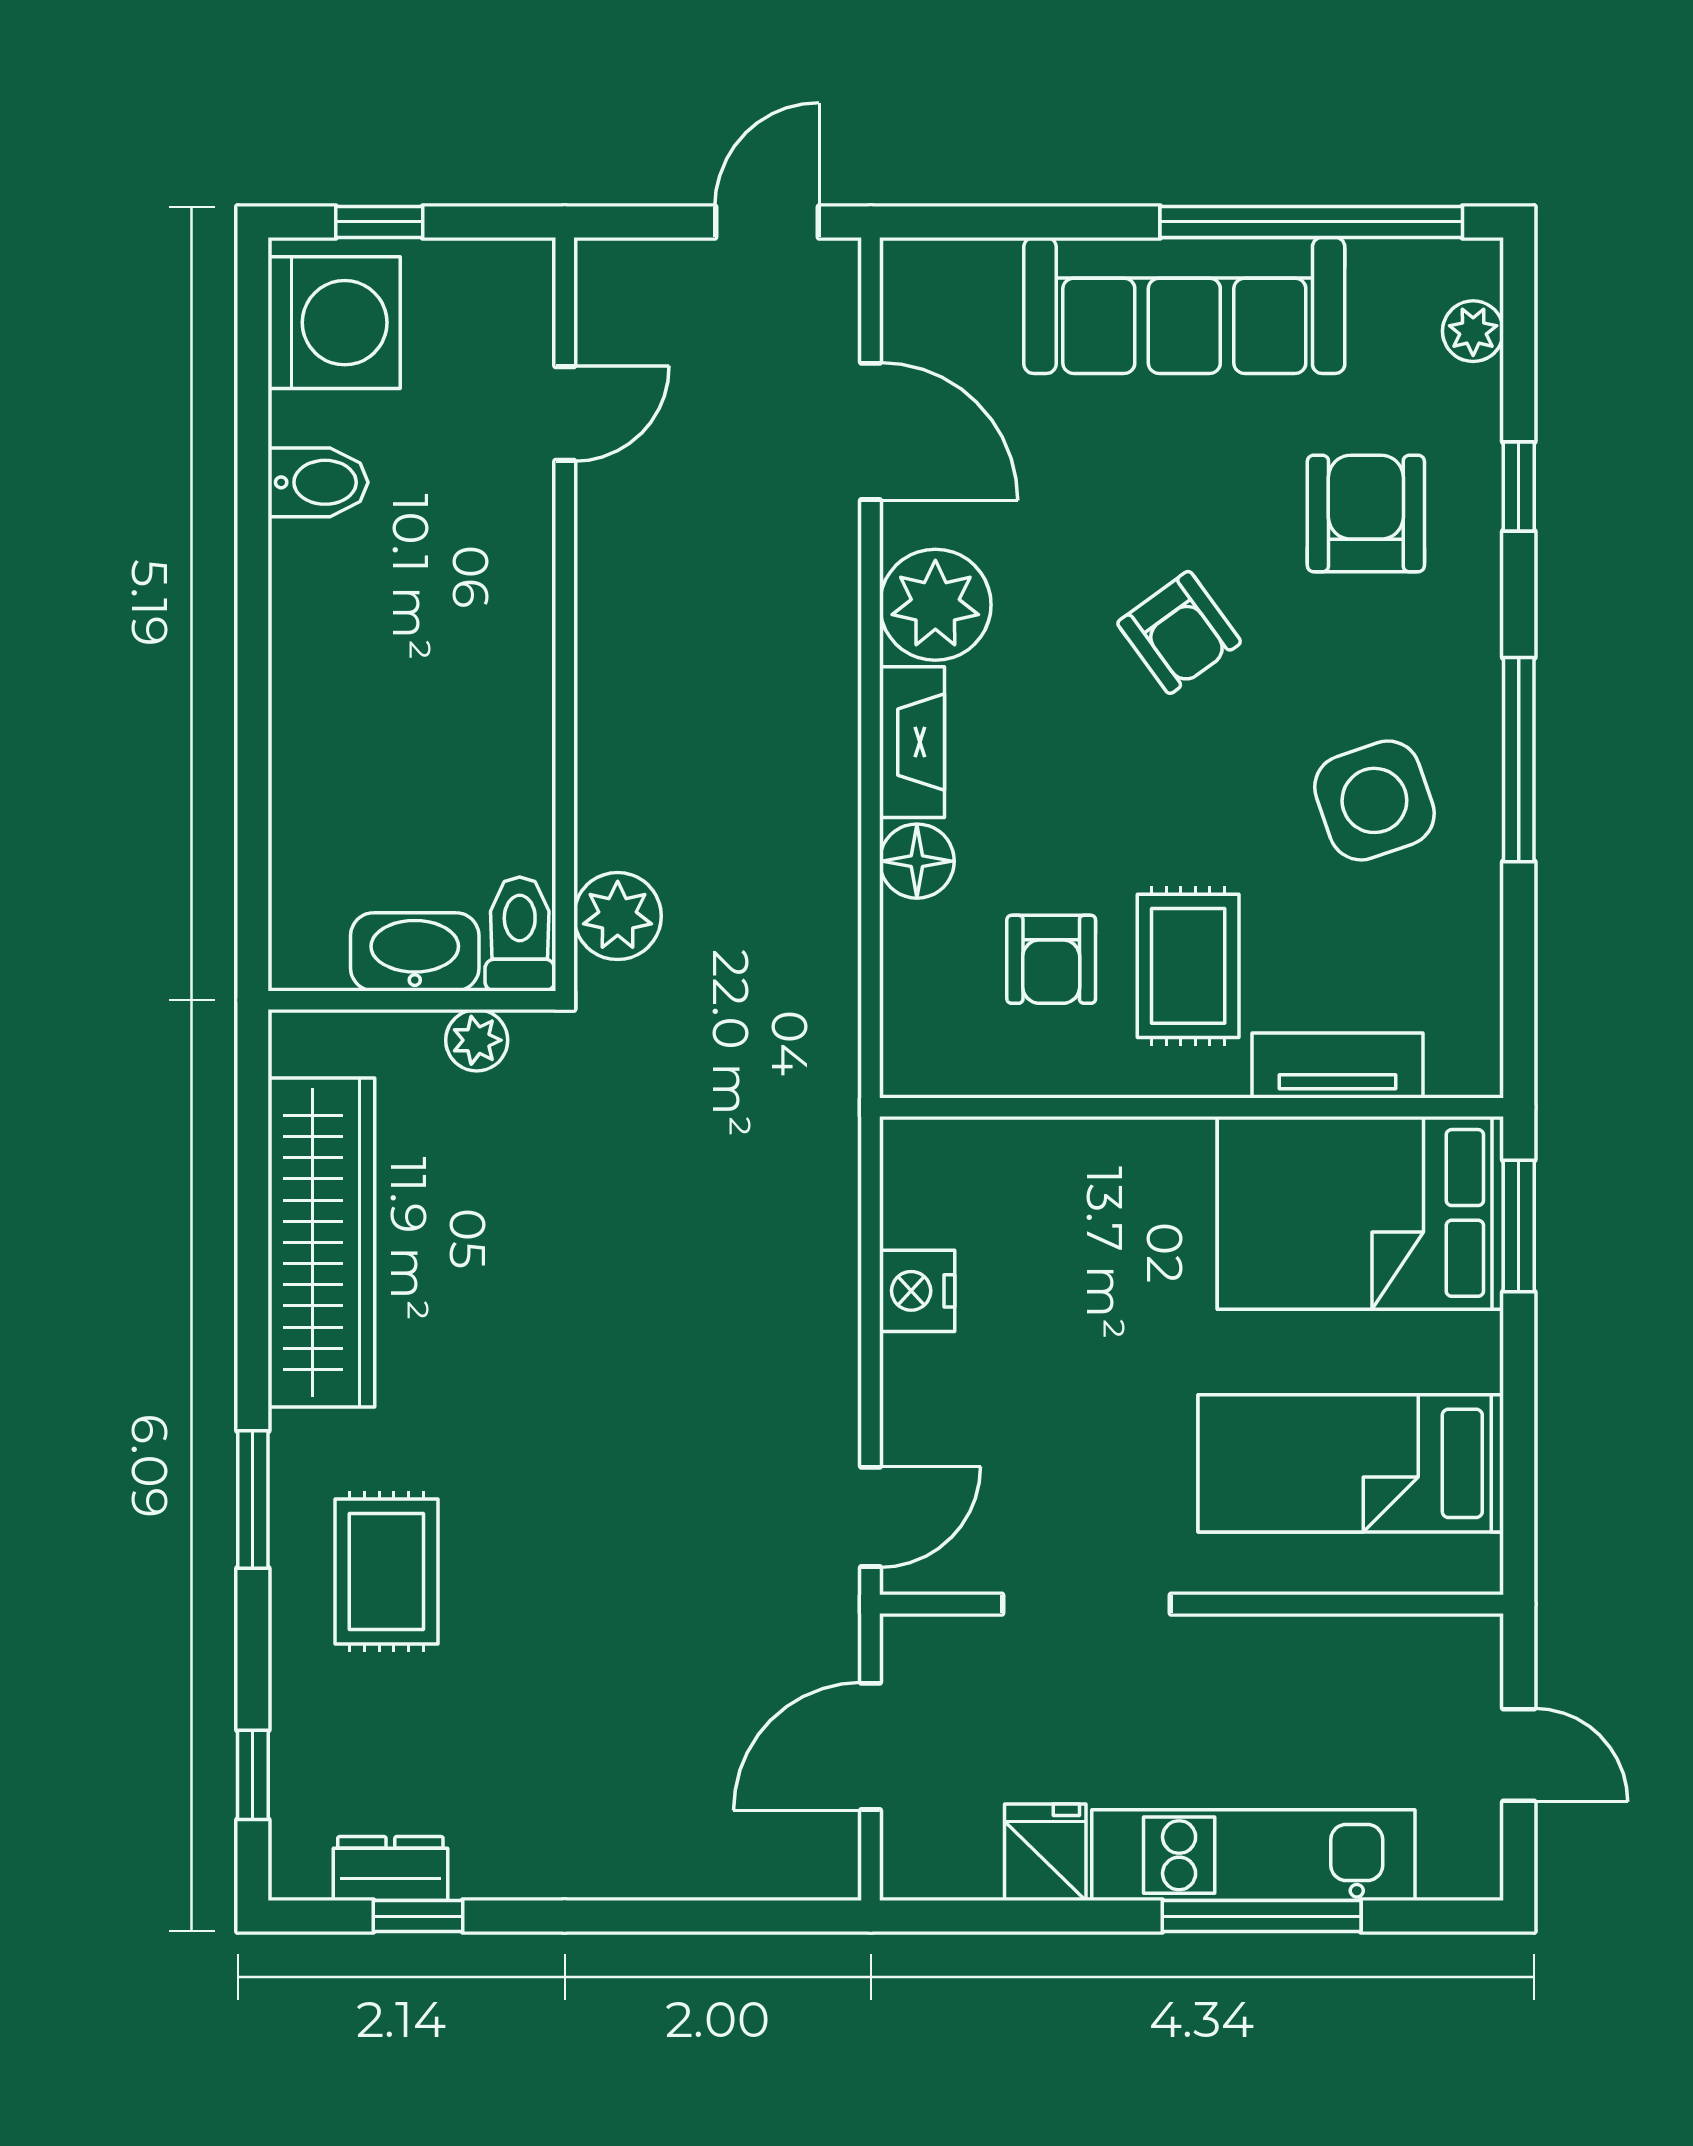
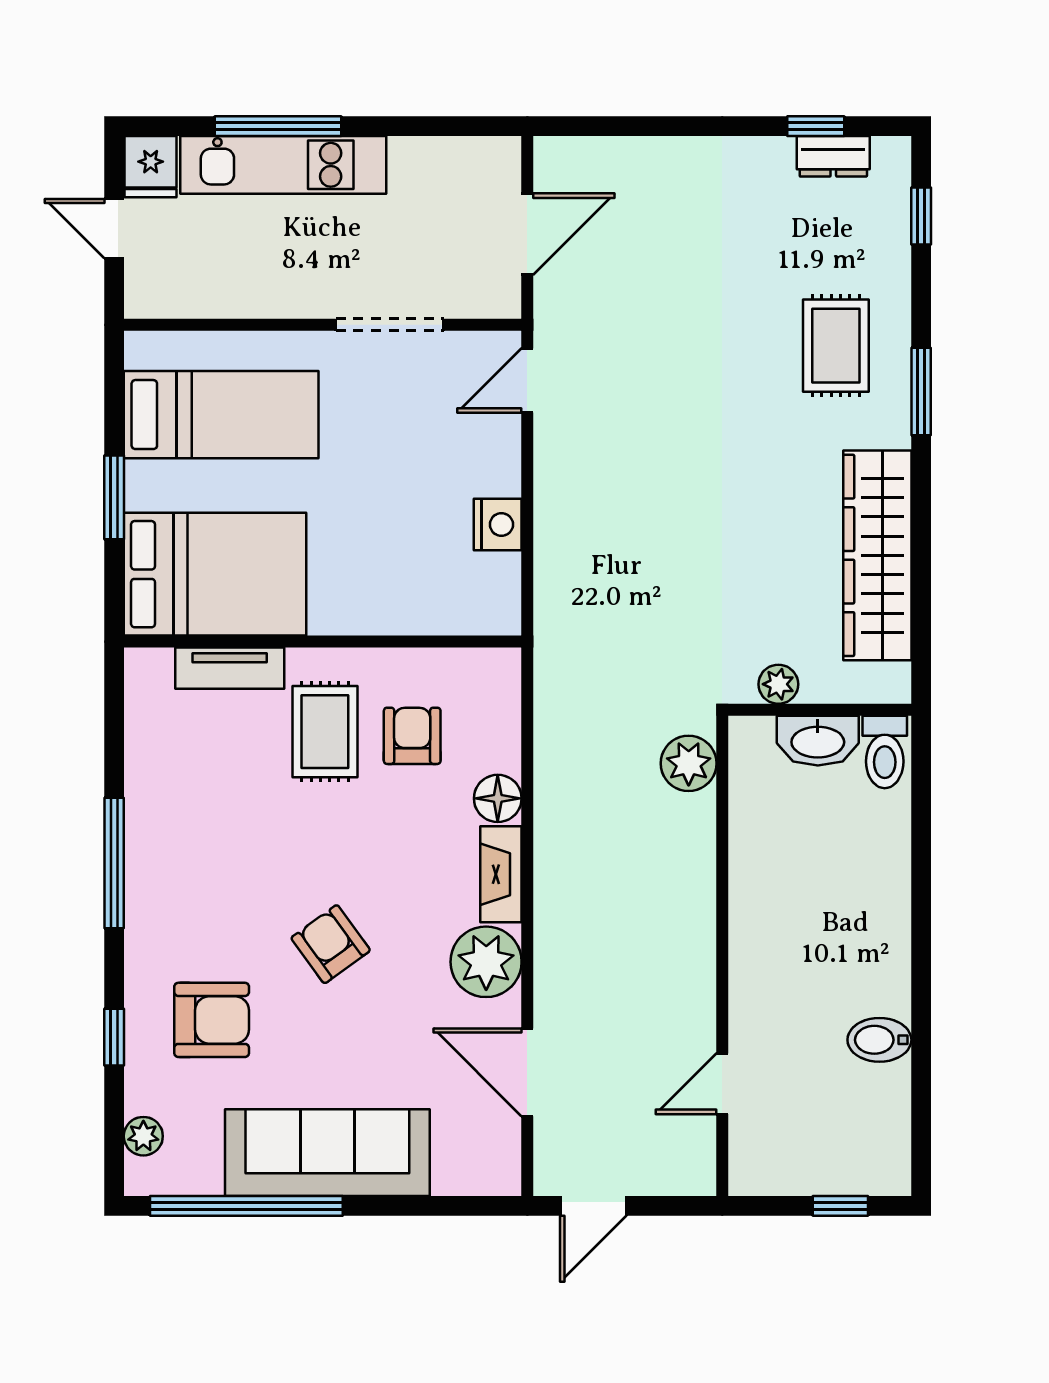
washing machine: (334, 323) -> (869, 1142), removed
armchair: (1366, 514) -> (212, 1020), turned -90
side table: (1374, 800) -> (206, 837), removed
toilet: (520, 934) -> (885, 752), moved
window: (1519, 1226) -> (114, 497), moved
fridge: (1045, 1852) -> (151, 167), moved

